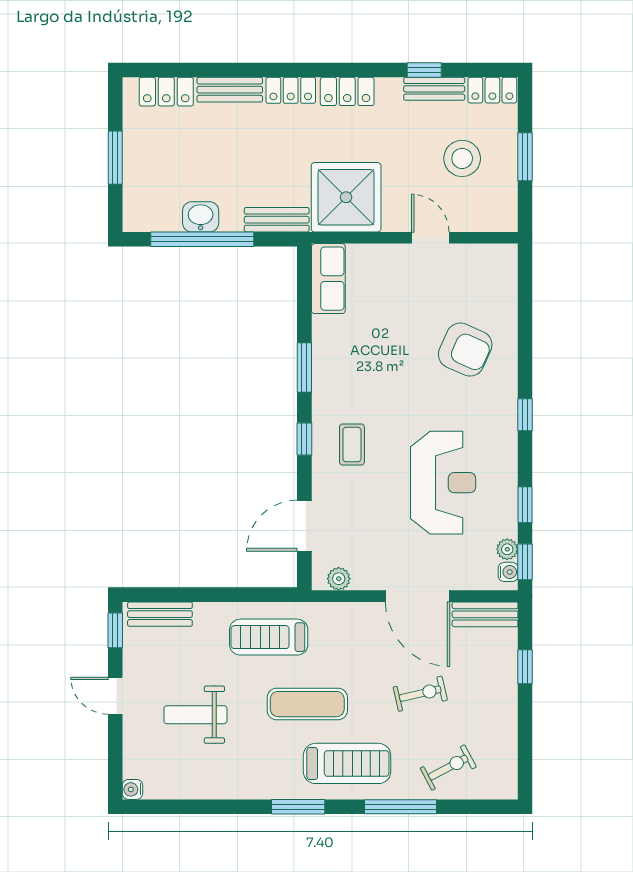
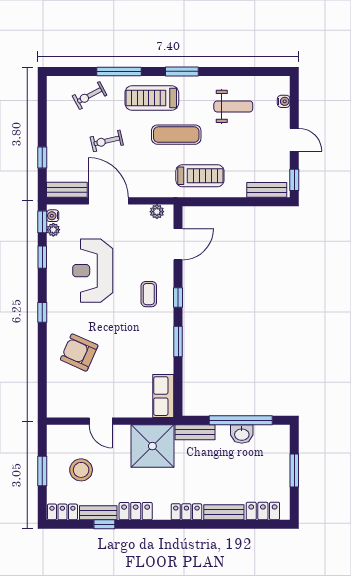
locker: (347, 91) -> (136, 511), moved
weight bench: (195, 715) -> (233, 106), moved
water cooler: (132, 789) -> (284, 101), moved

